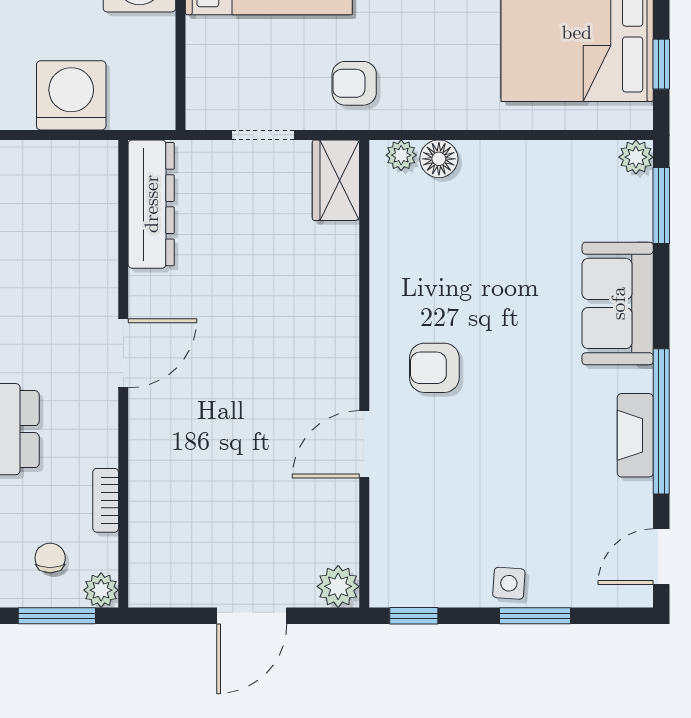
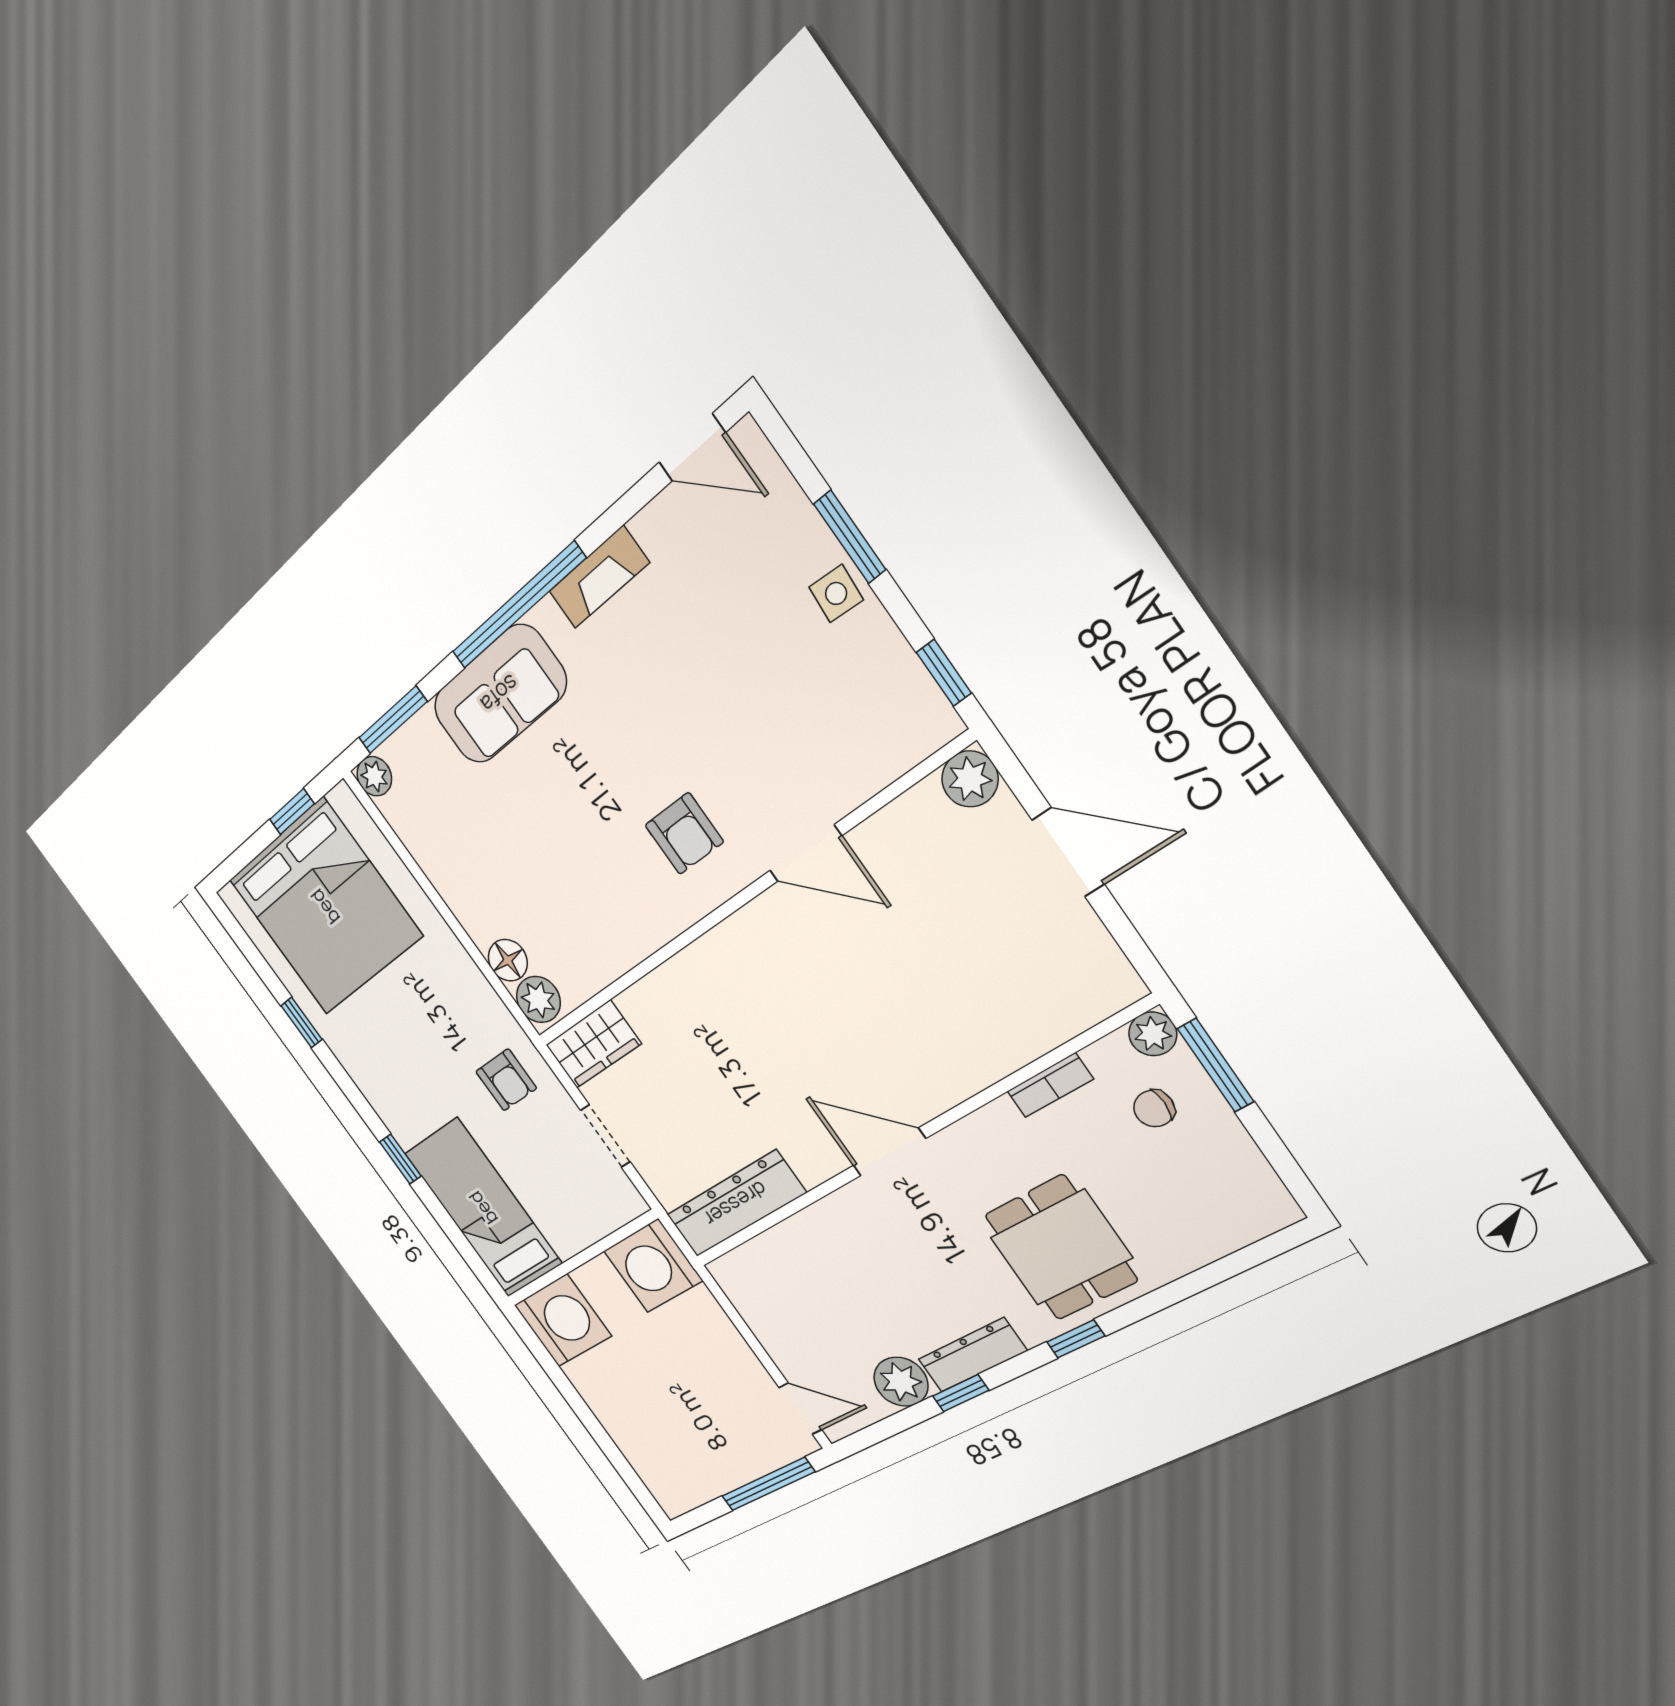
washing machine: (71, 95) -> (653, 1266), moved
plant: (401, 155) -> (538, 999), width x1.38, depth x1.38
window: (661, 421) -> (518, 606), moved

